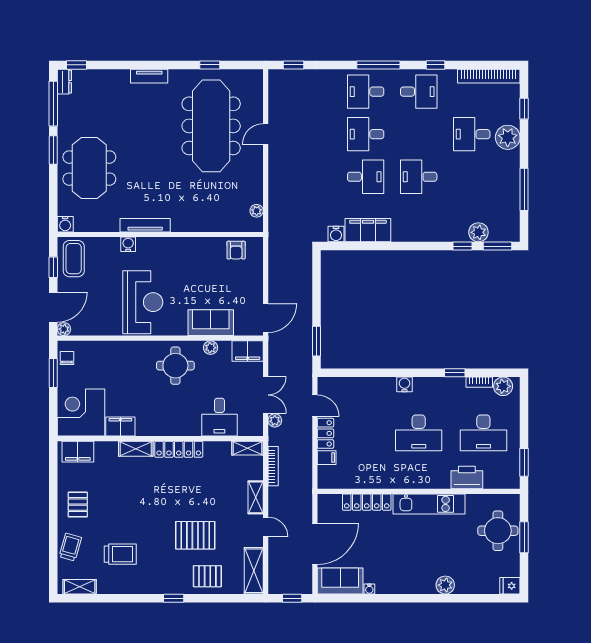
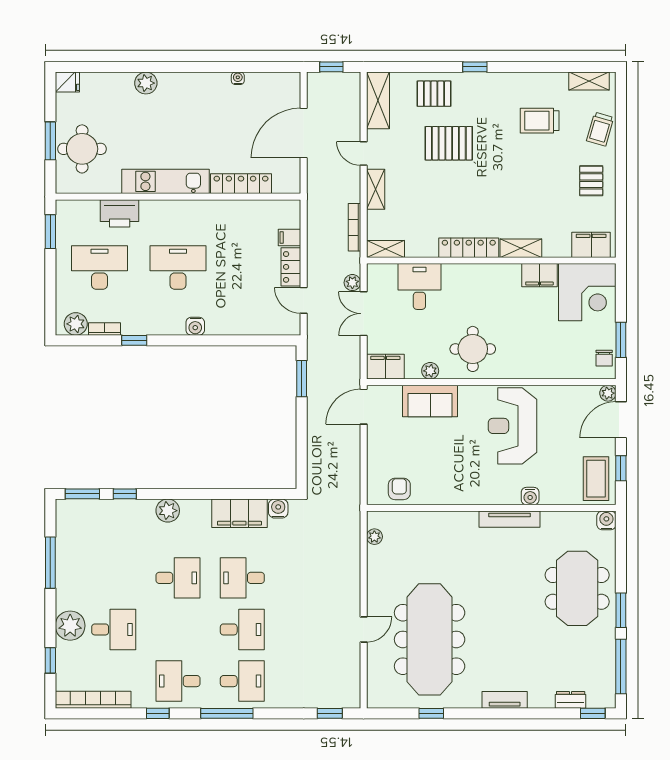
dresser: (64, 82) -> (571, 700), moved, turned 90
plant: (478, 232) -> (168, 511), moved
sofa: (340, 581) -> (273, 88), removed

